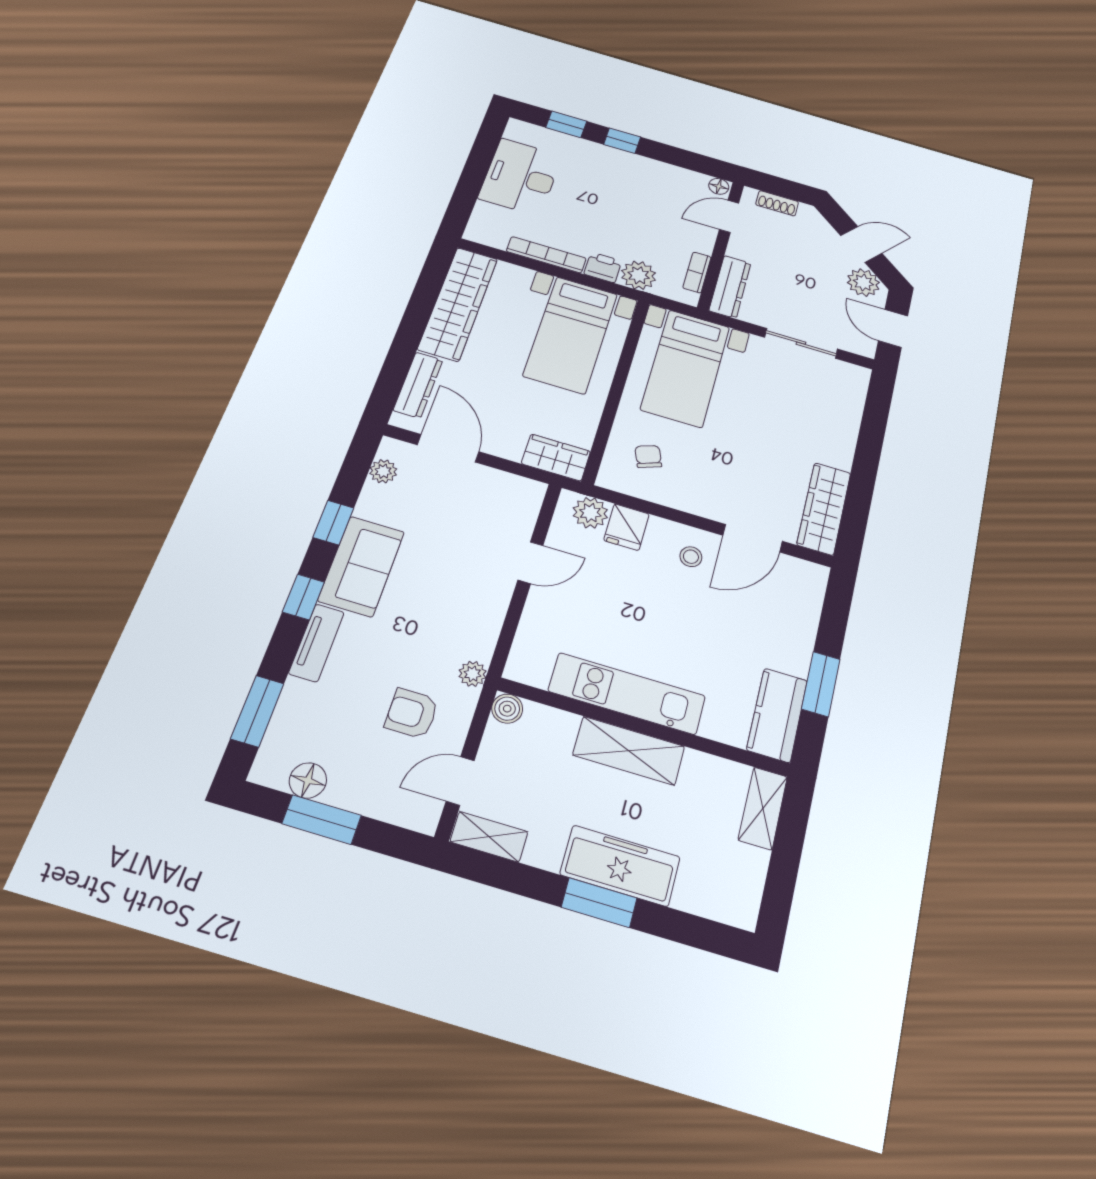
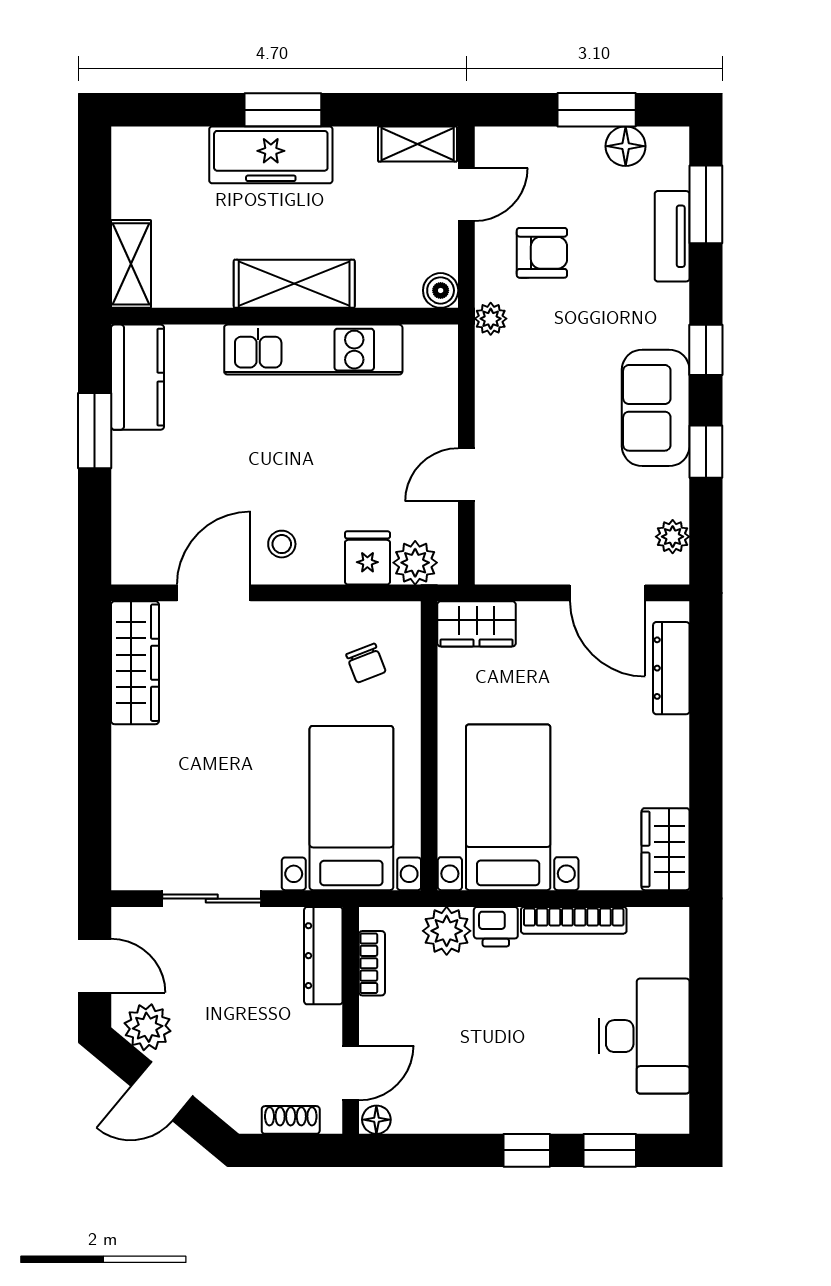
wardrobe: (458, 304) -> (666, 849), width x0.48, depth x0.85
tv unit: (317, 643) -> (672, 236), moved

